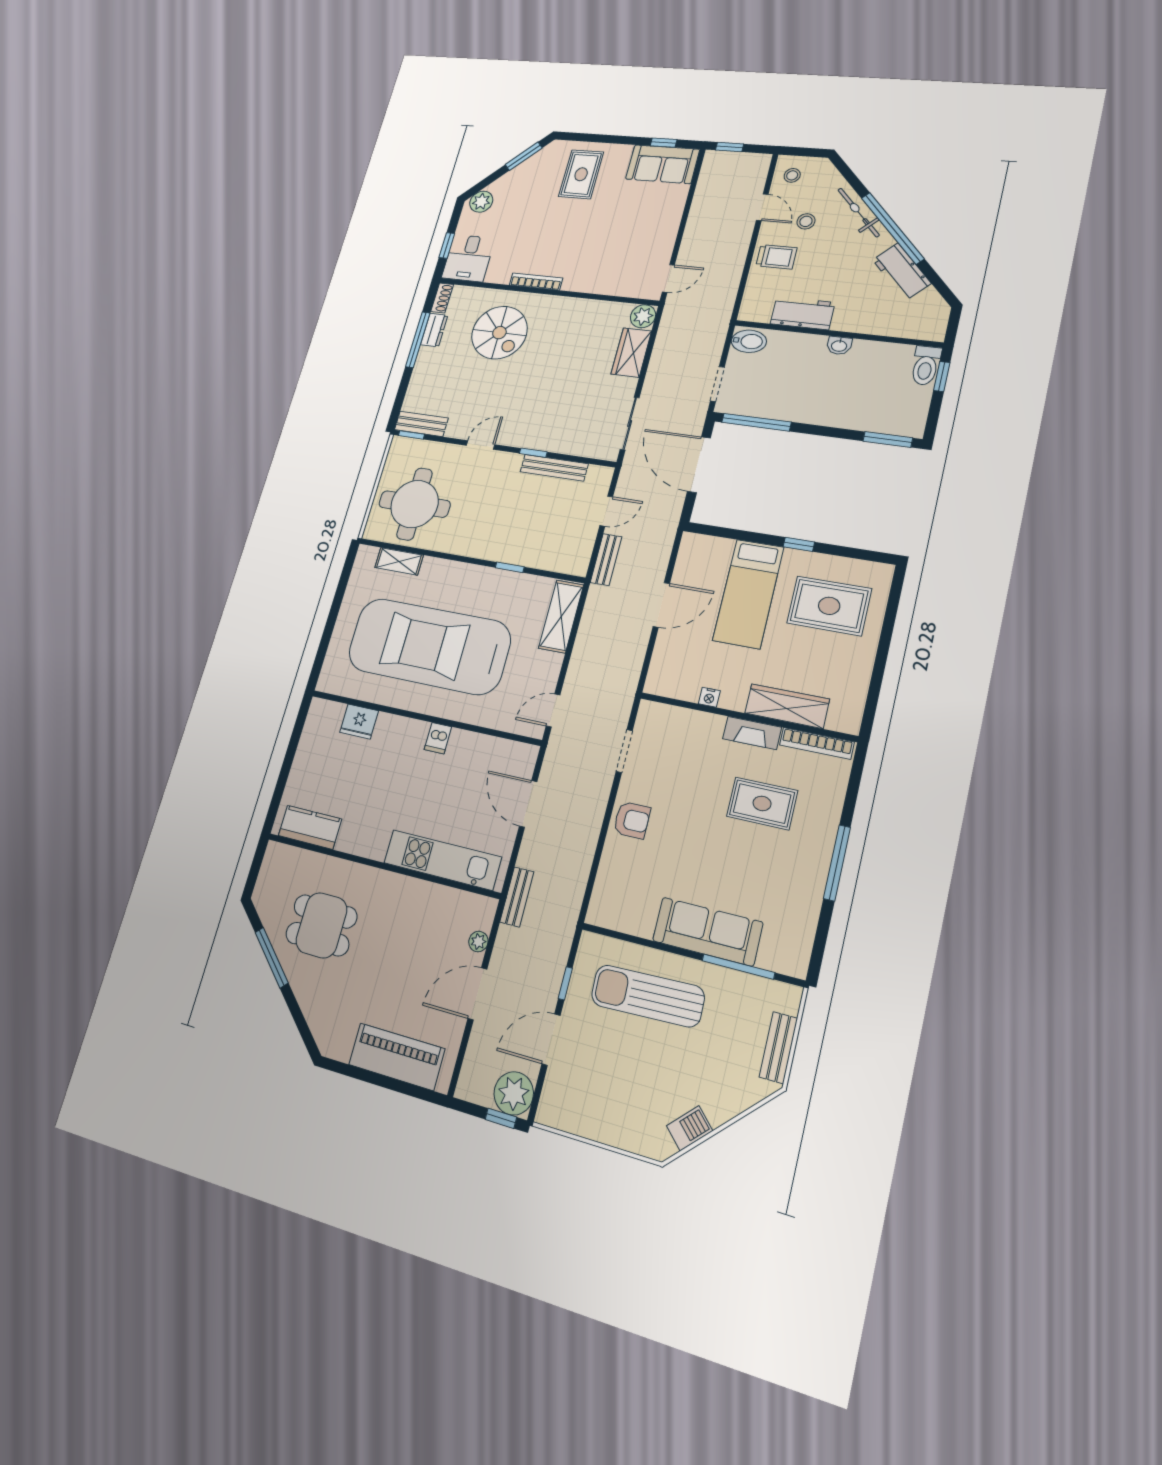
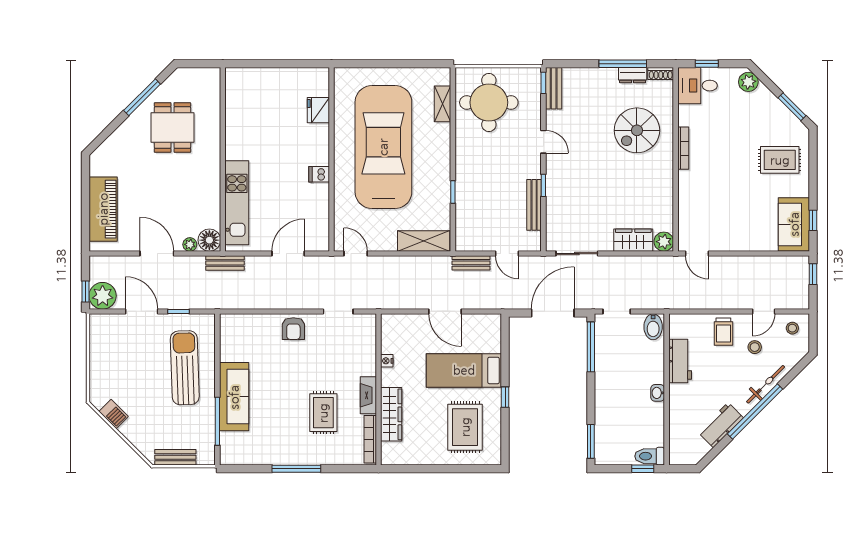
kitchen counter: (310, 827) -> (236, 97), removed
floor lamp: (480, 912) -> (209, 240), added

